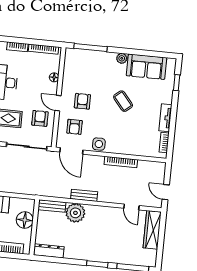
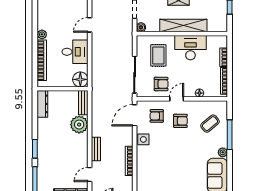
window: (90, 47) -> (230, 135), moved
coffee table: (123, 101) -> (210, 124), moved
bench: (84, 195) -> (96, 149), moved
floor lamp: (25, 220) -> (80, 79), moved

